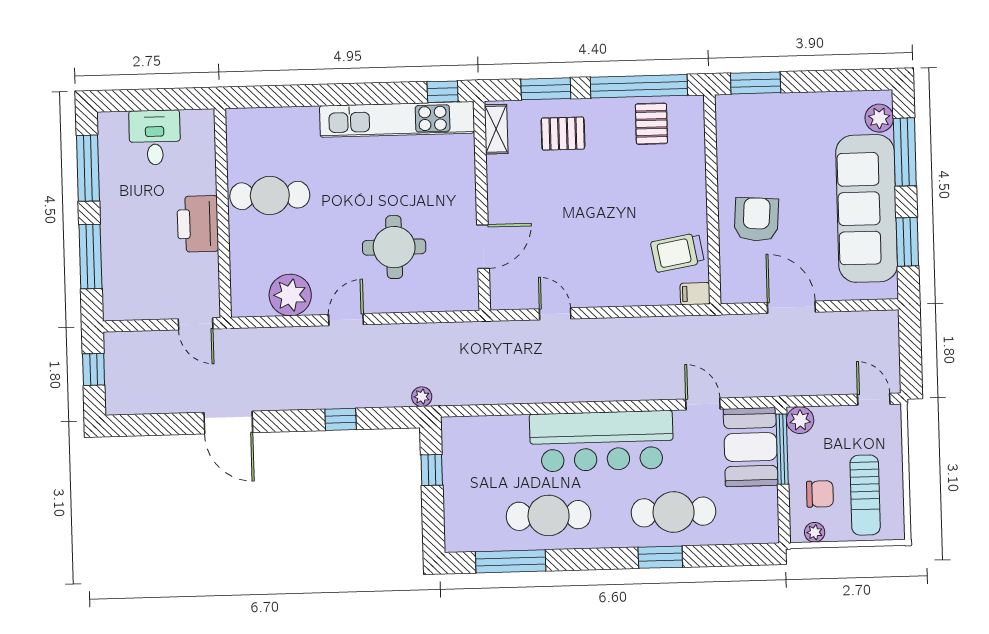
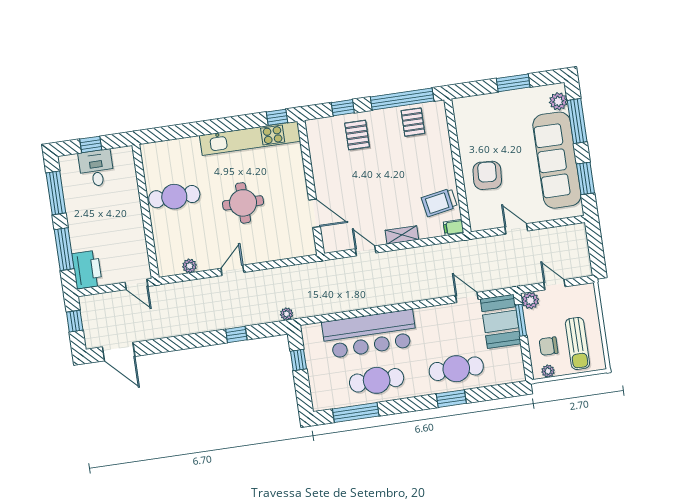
window: (756, 83) -> (513, 83), moved
window: (546, 89) -> (343, 108), width x0.67
window: (150, 100) -> (91, 144), added
shelving: (496, 129) -> (402, 235), moved, turned 90
pallet: (563, 134) -> (357, 135), turned 90
printer: (198, 224) -> (87, 270), moved, turned 180
round table: (394, 247) -> (243, 203), moved
door: (483, 247) -> (315, 213), hinge flipped
plant: (290, 295) -> (189, 266), width x0.53, depth x0.53
door: (791, 307) -> (516, 229), width x0.73
door: (874, 399) -> (555, 285), moved
door: (228, 423) -> (119, 352), moved
bar counter: (602, 441) -> (370, 334), moved
window: (782, 449) -> (521, 320), width x0.69
chair: (820, 494) -> (549, 346), turned 180

